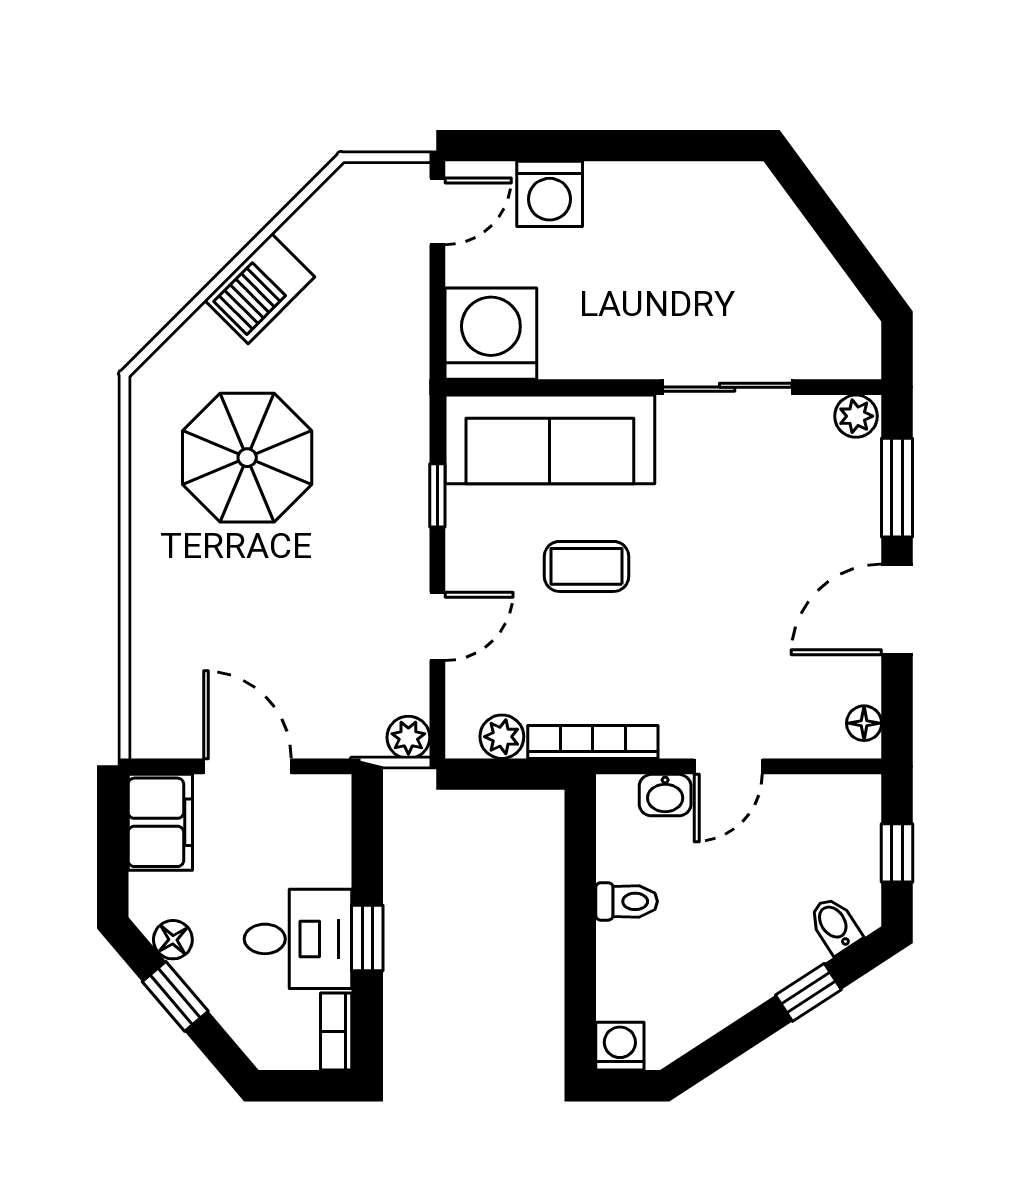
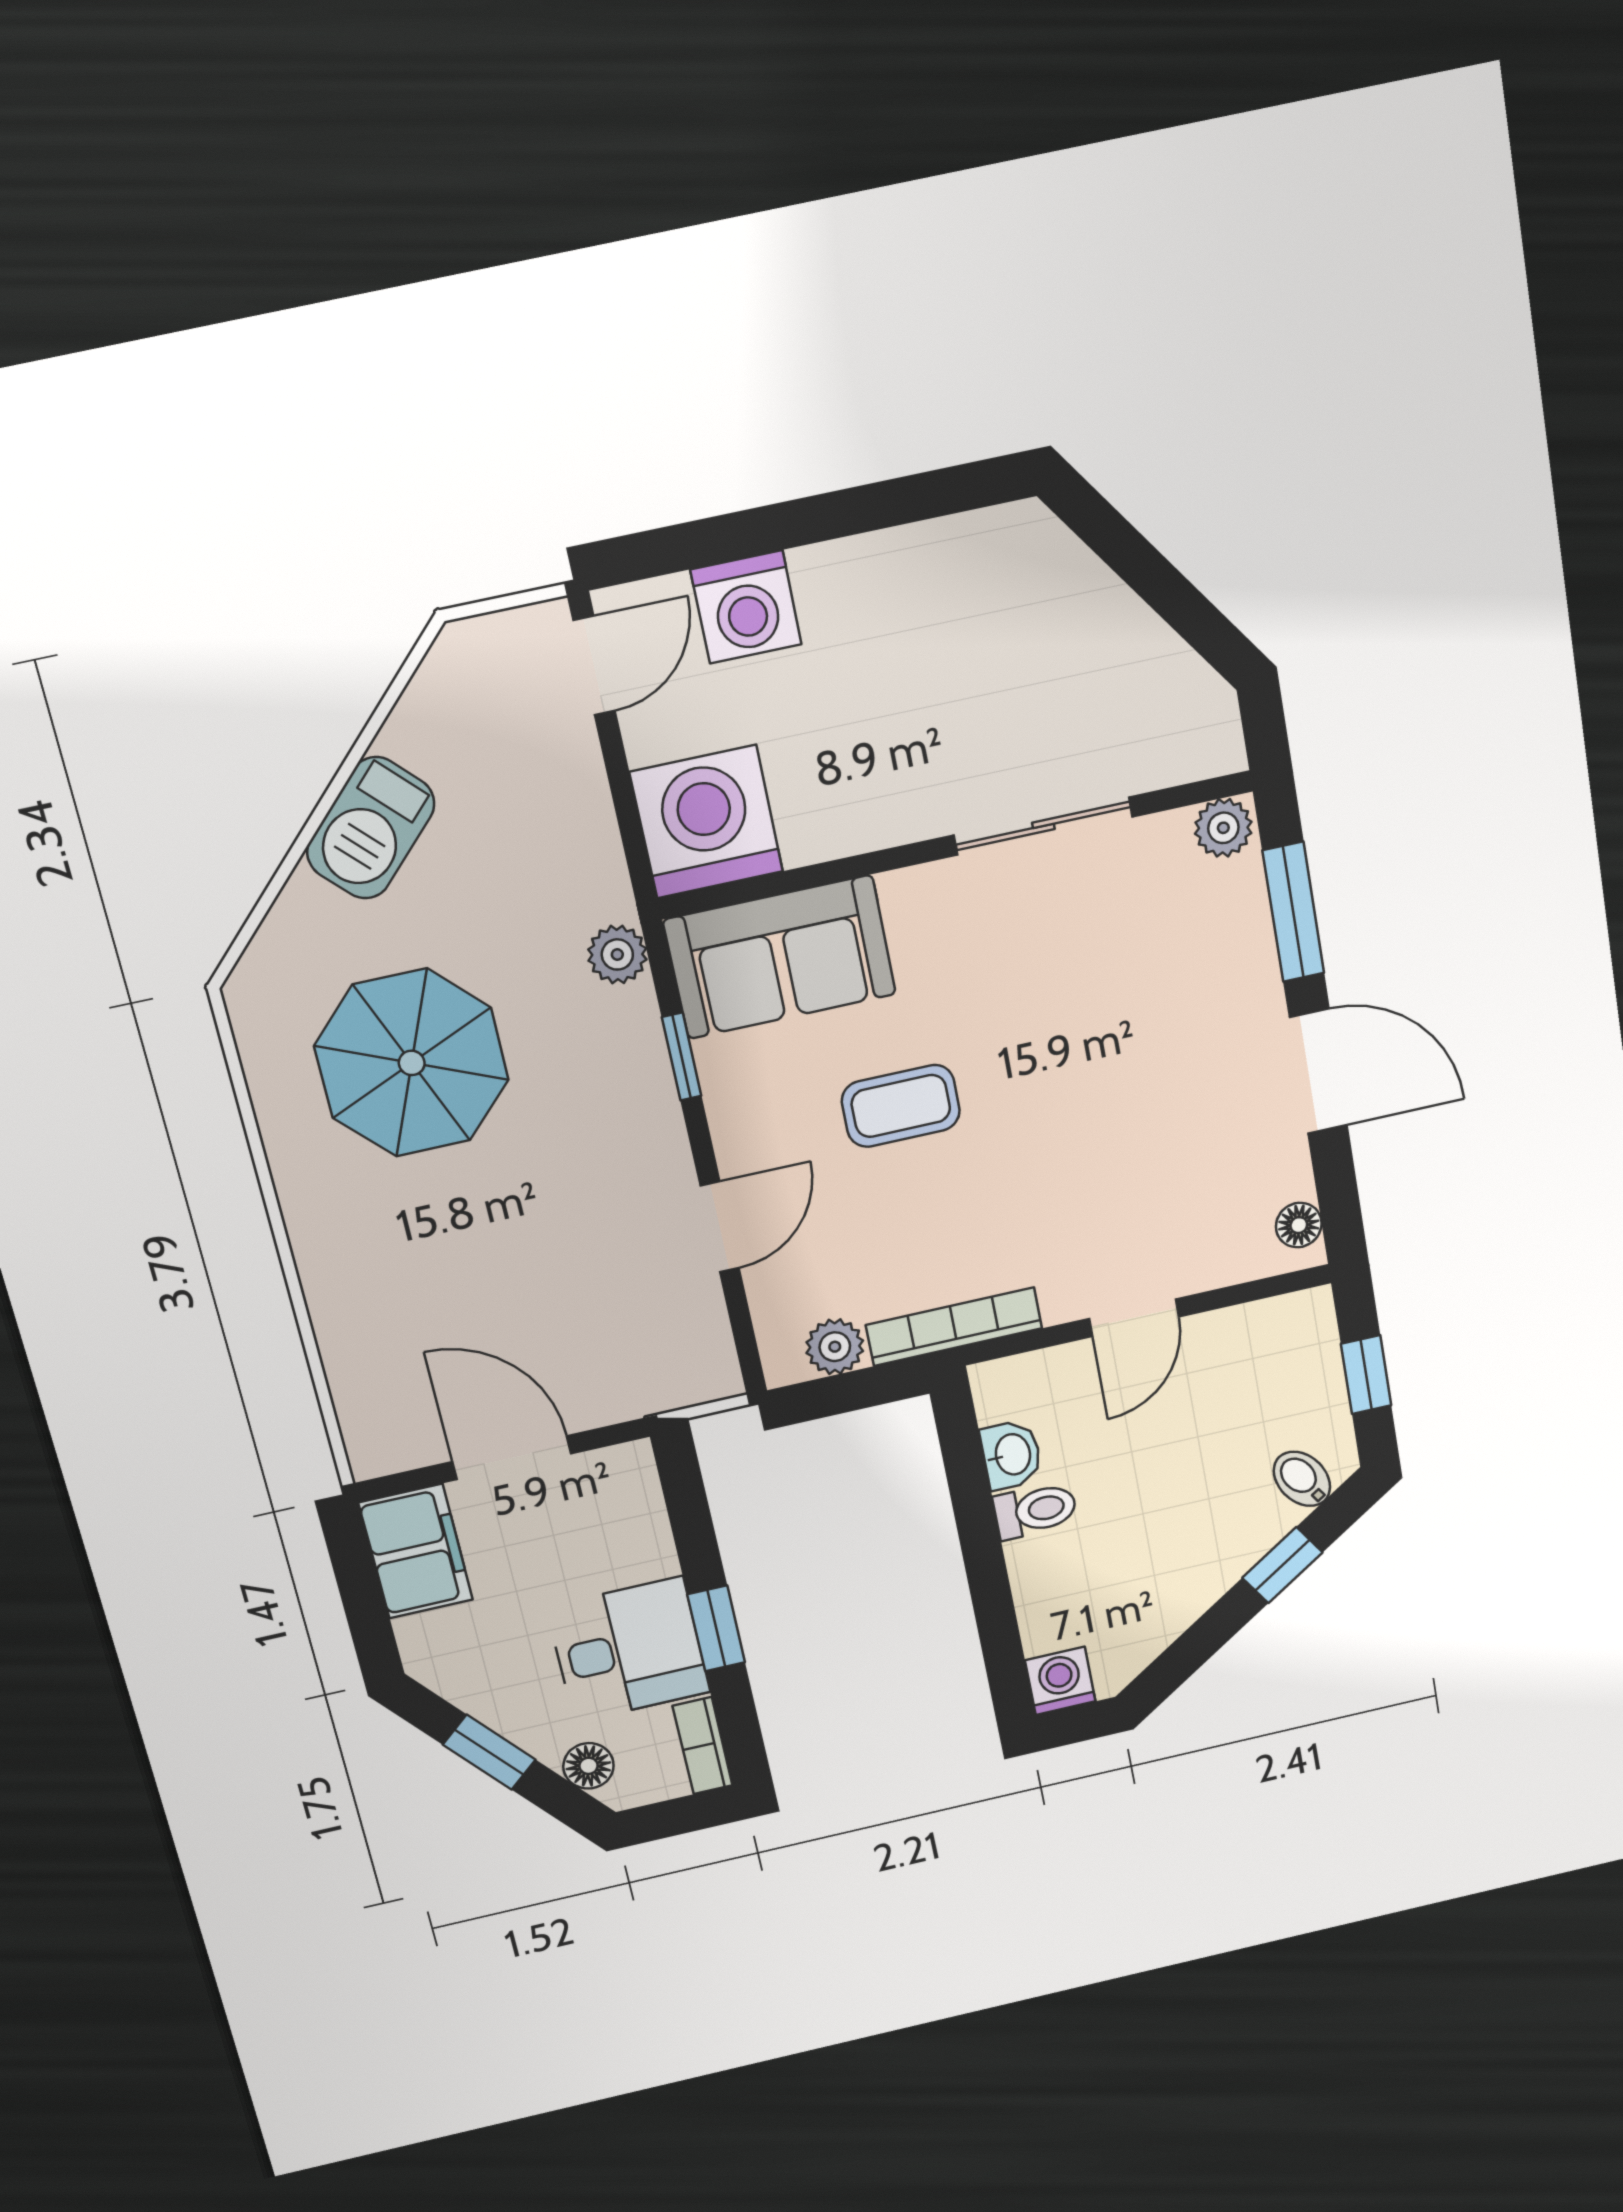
sofa: (550, 439) -> (780, 957), width x0.73
door: (897, 609) -> (1318, 1071), swing flipped
plant: (408, 737) -> (617, 955), moved
washbasin: (665, 795) -> (1011, 1455), moved, turned -90
floor lamp: (173, 940) -> (588, 1766), moved

